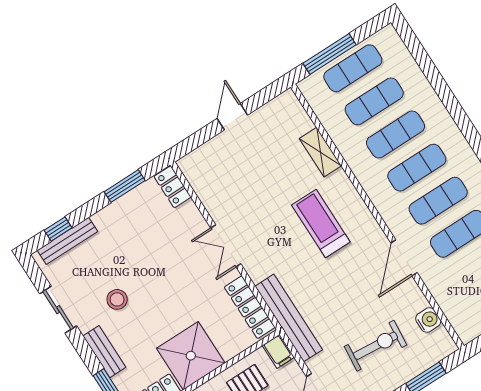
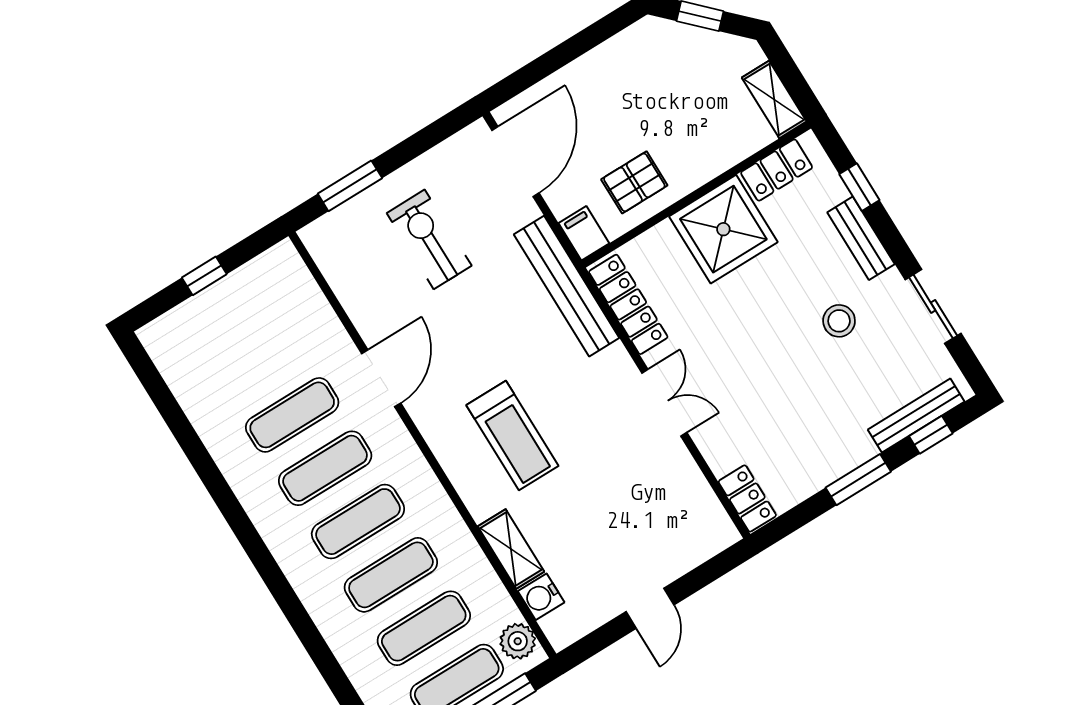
plant: (315, 94) -> (518, 641), added
window: (125, 186) -> (858, 480), moved
water cooler: (428, 320) -> (541, 597), moved
exercise bike: (375, 346) -> (429, 239), turned 85

